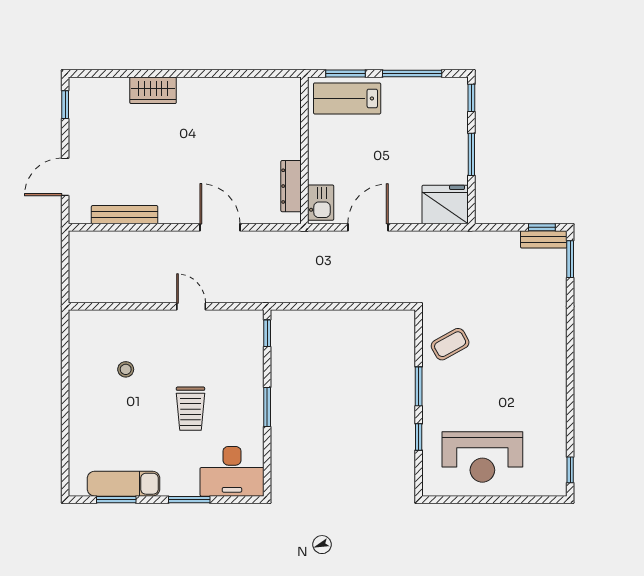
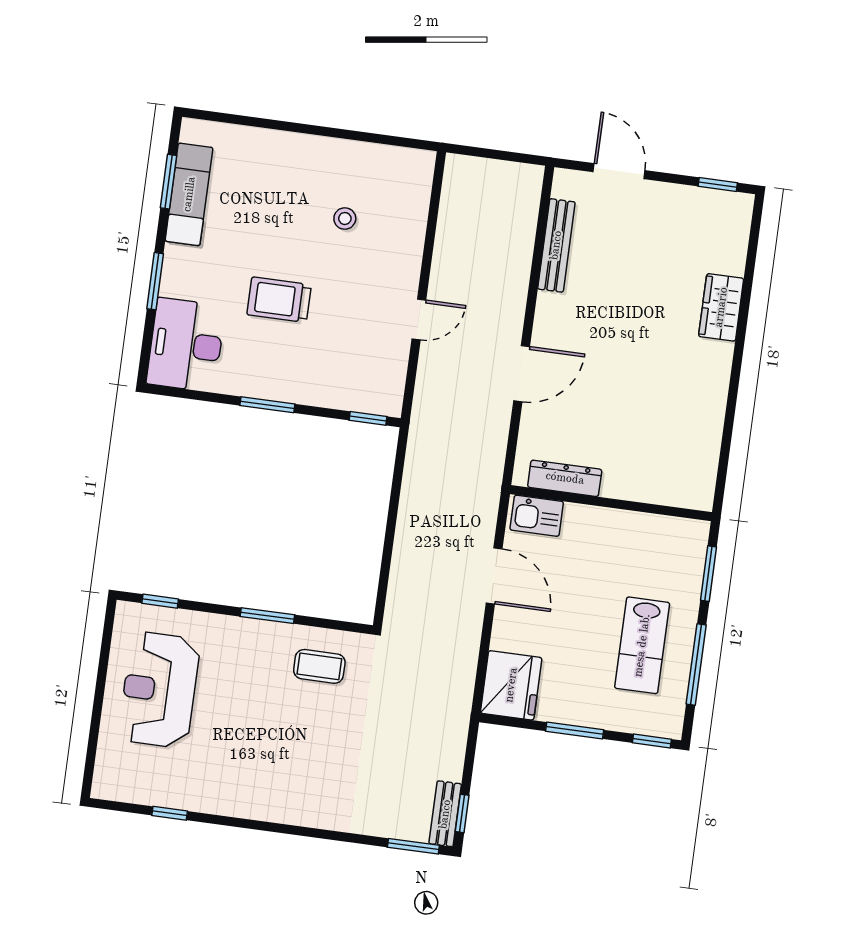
lab bench: (347, 98) -> (642, 645), moved, turned 180
coffee table: (450, 344) -> (319, 666), turned -61
window: (419, 437) -> (160, 601), moved
window: (570, 470) -> (170, 813), moved

